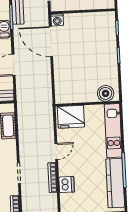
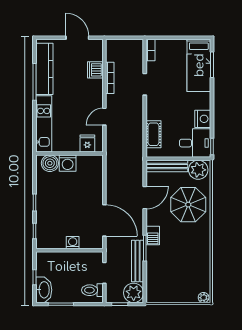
washing machine: (57, 20) -> (73, 243), moved
washing machine: (89, 94) -> (68, 163), added
fridge: (71, 117) -> (87, 143), width x0.53, depth x0.75
door: (56, 151) -> (104, 117), moved

